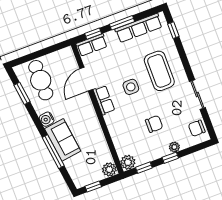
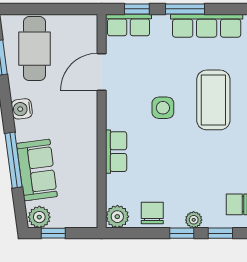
row of seats: (104, 100) -> (116, 152), moved
chair: (154, 124) -> (152, 213), moved, turned -90
sofa: (63, 140) -> (37, 170), moved
window: (144, 168) -> (220, 233), moved
plant: (109, 170) -> (39, 217), moved

